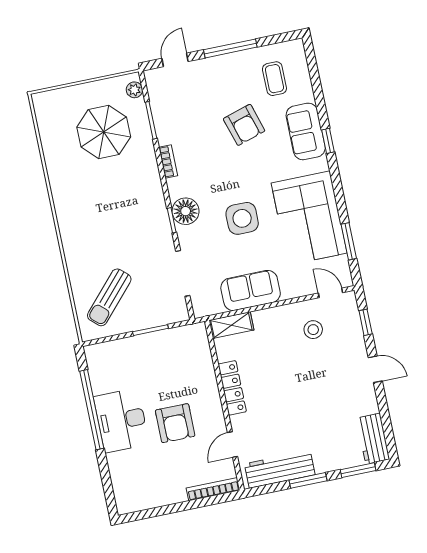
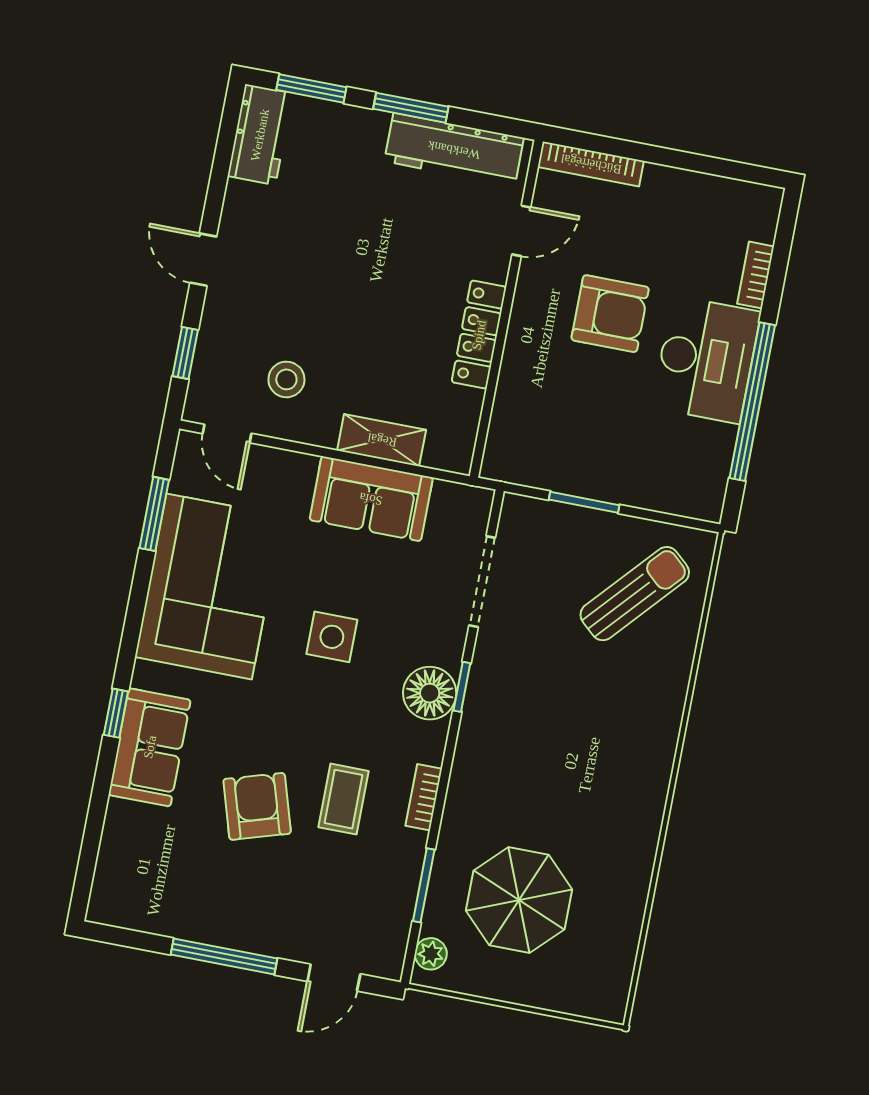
coffee table: (274, 79) -> (343, 799), moved
side table: (242, 218) -> (332, 637), width x0.73, depth x0.73
shelving: (231, 325) -> (382, 440), moved
armchair: (175, 423) -> (610, 314), turned 90
bookcase: (115, 469) -> (756, 275), added

